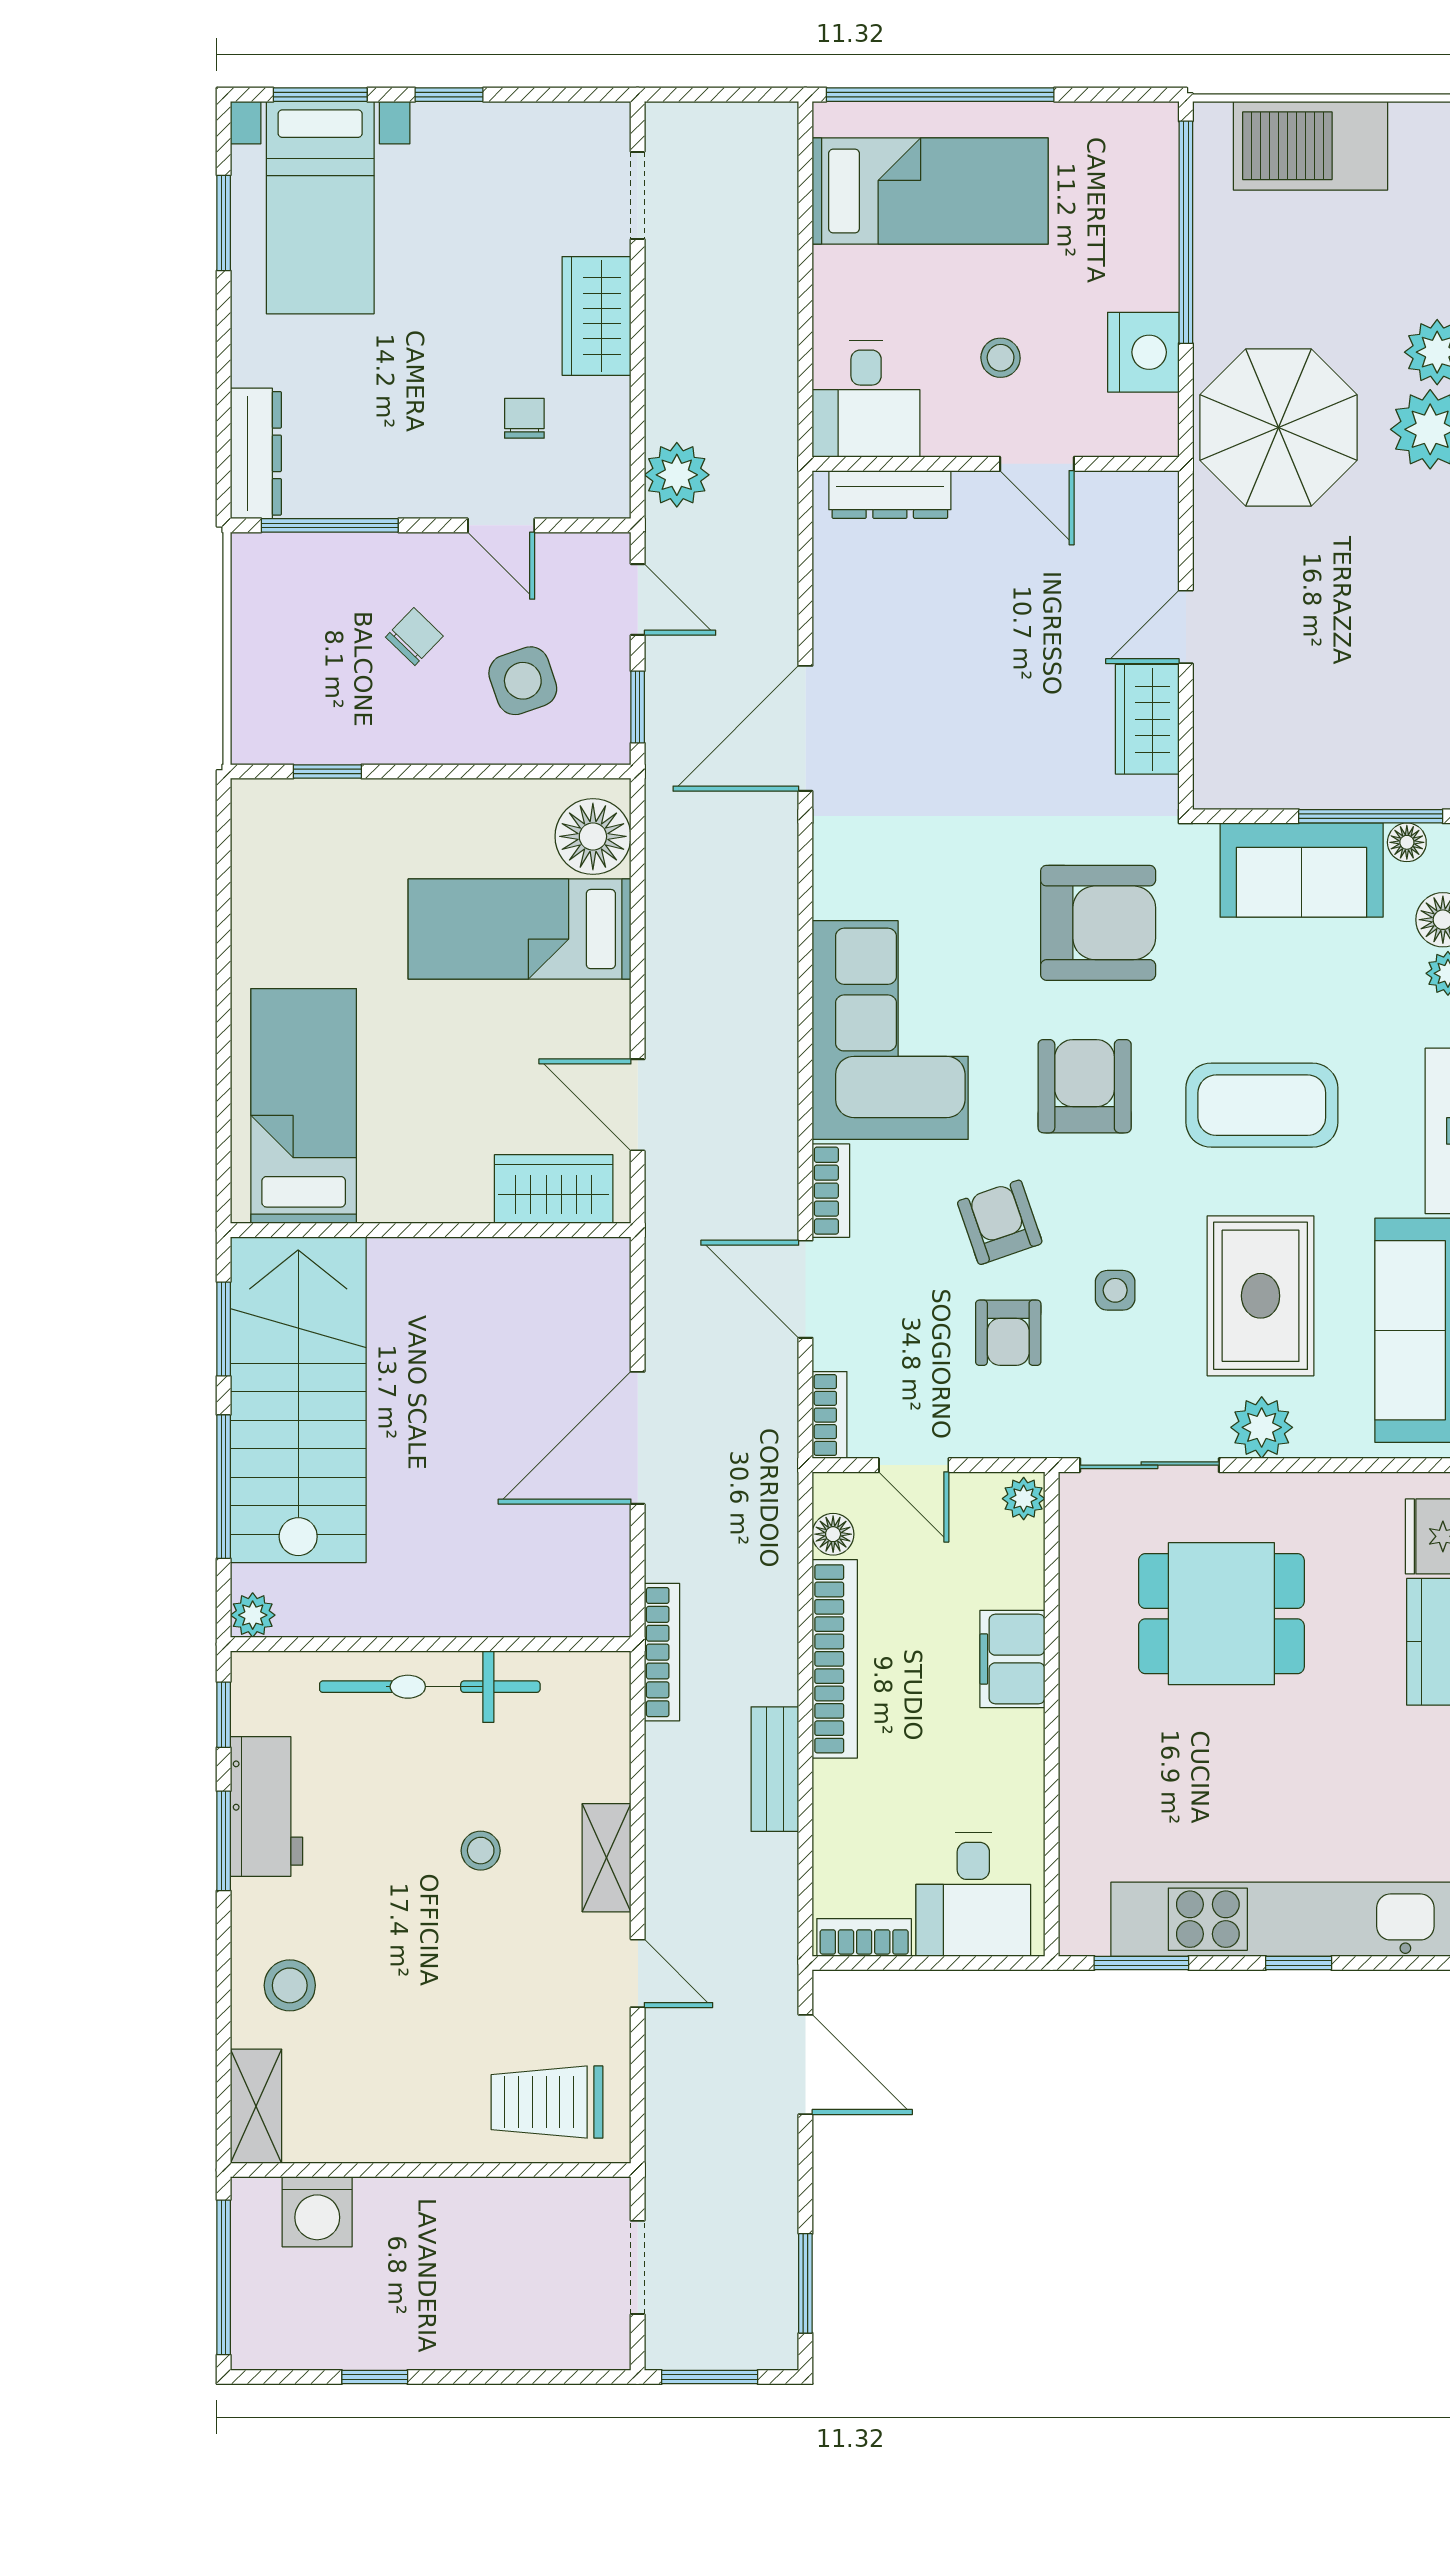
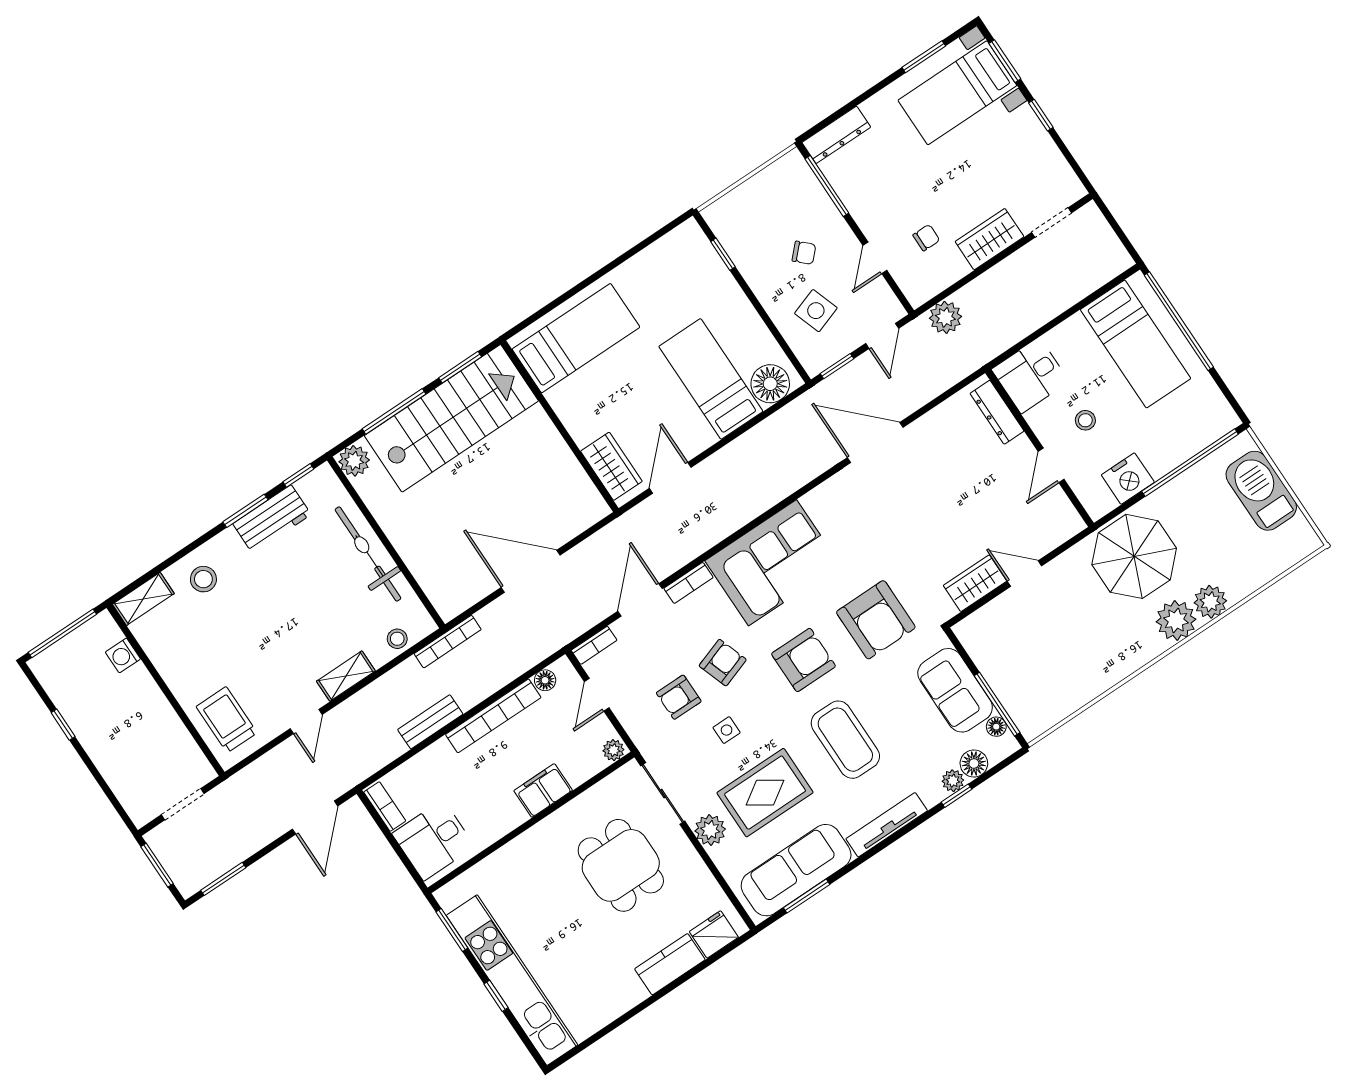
plant: (253, 1615) -> (354, 461), width x1.38, depth x1.38
stool: (481, 1851) -> (397, 639), moved
washing machine: (317, 2212) -> (123, 655), width x0.73, depth x0.73

